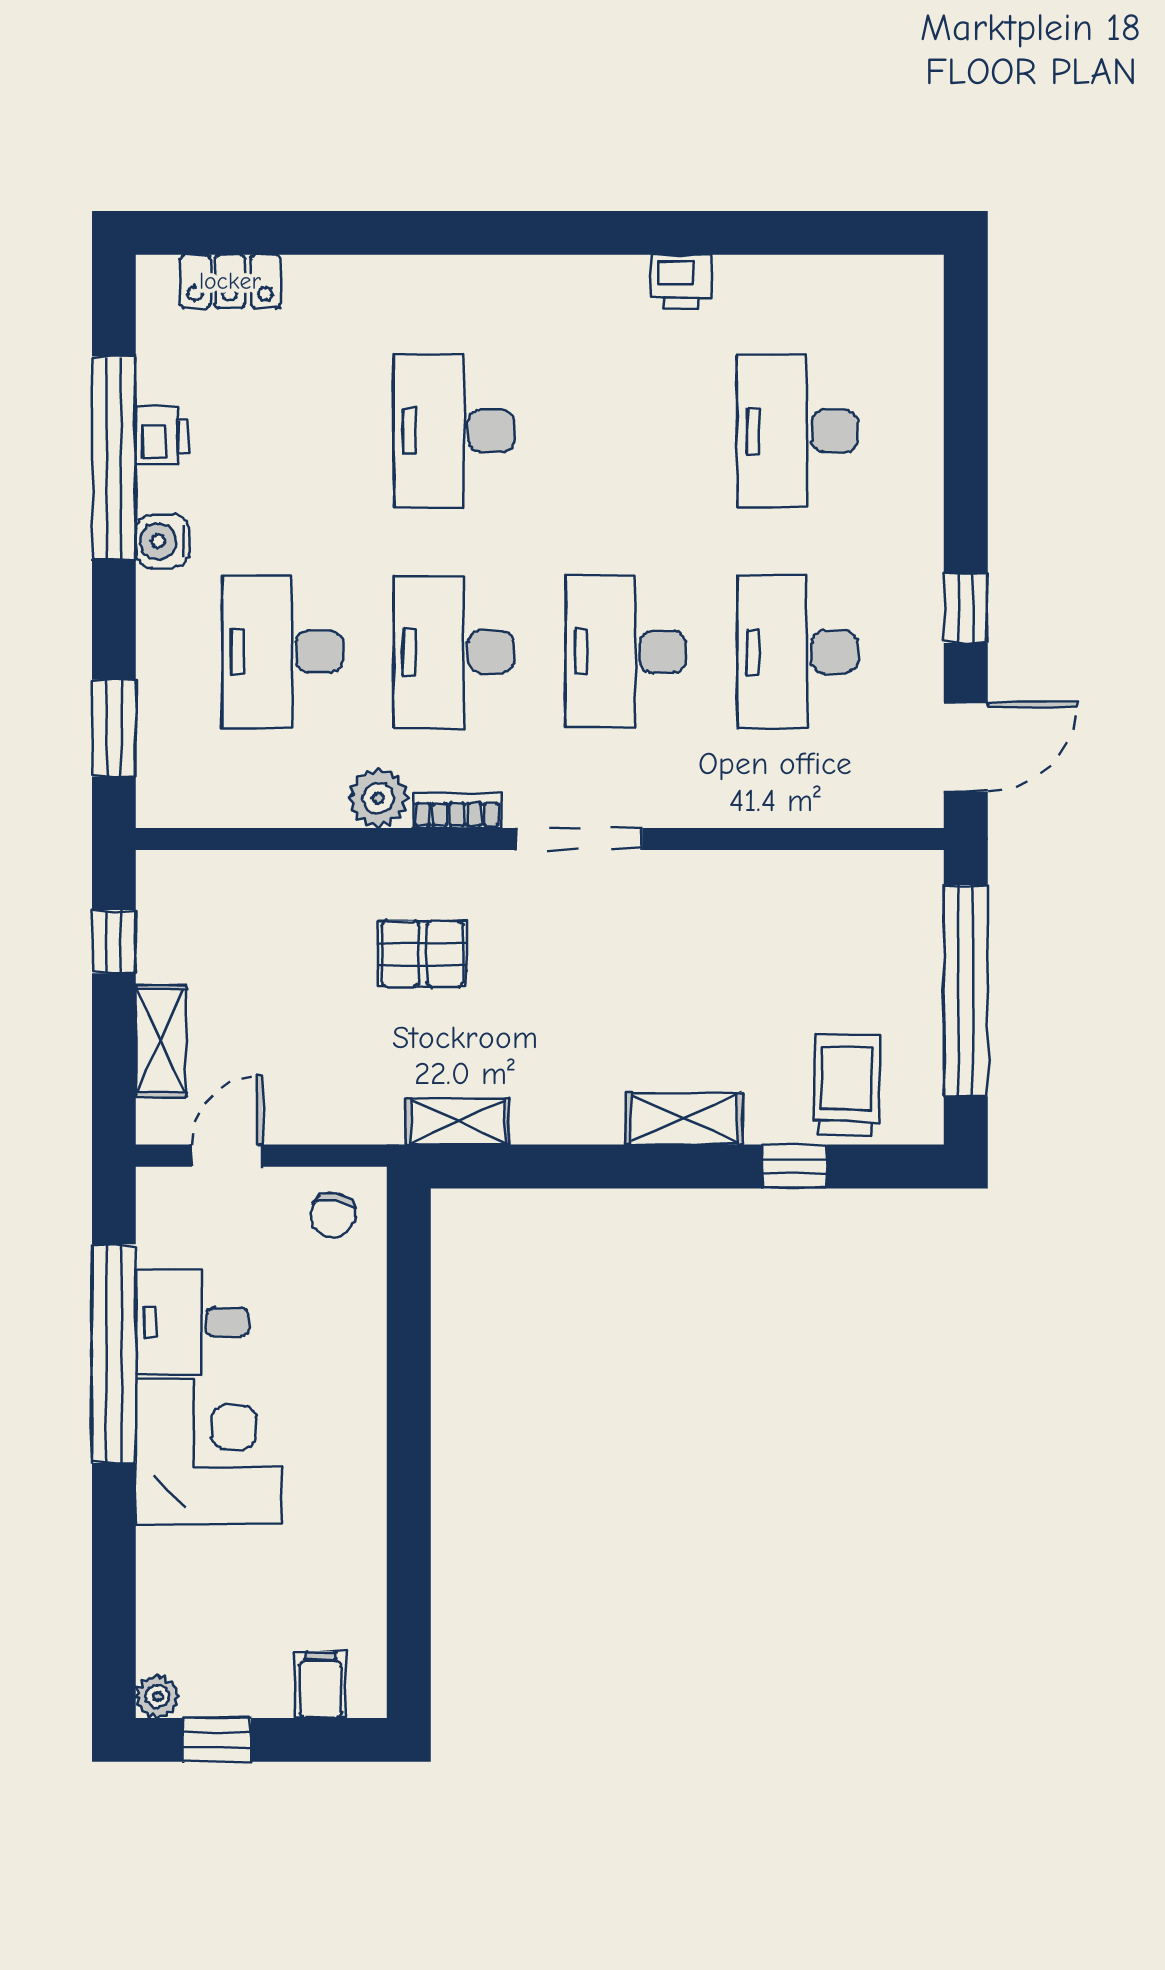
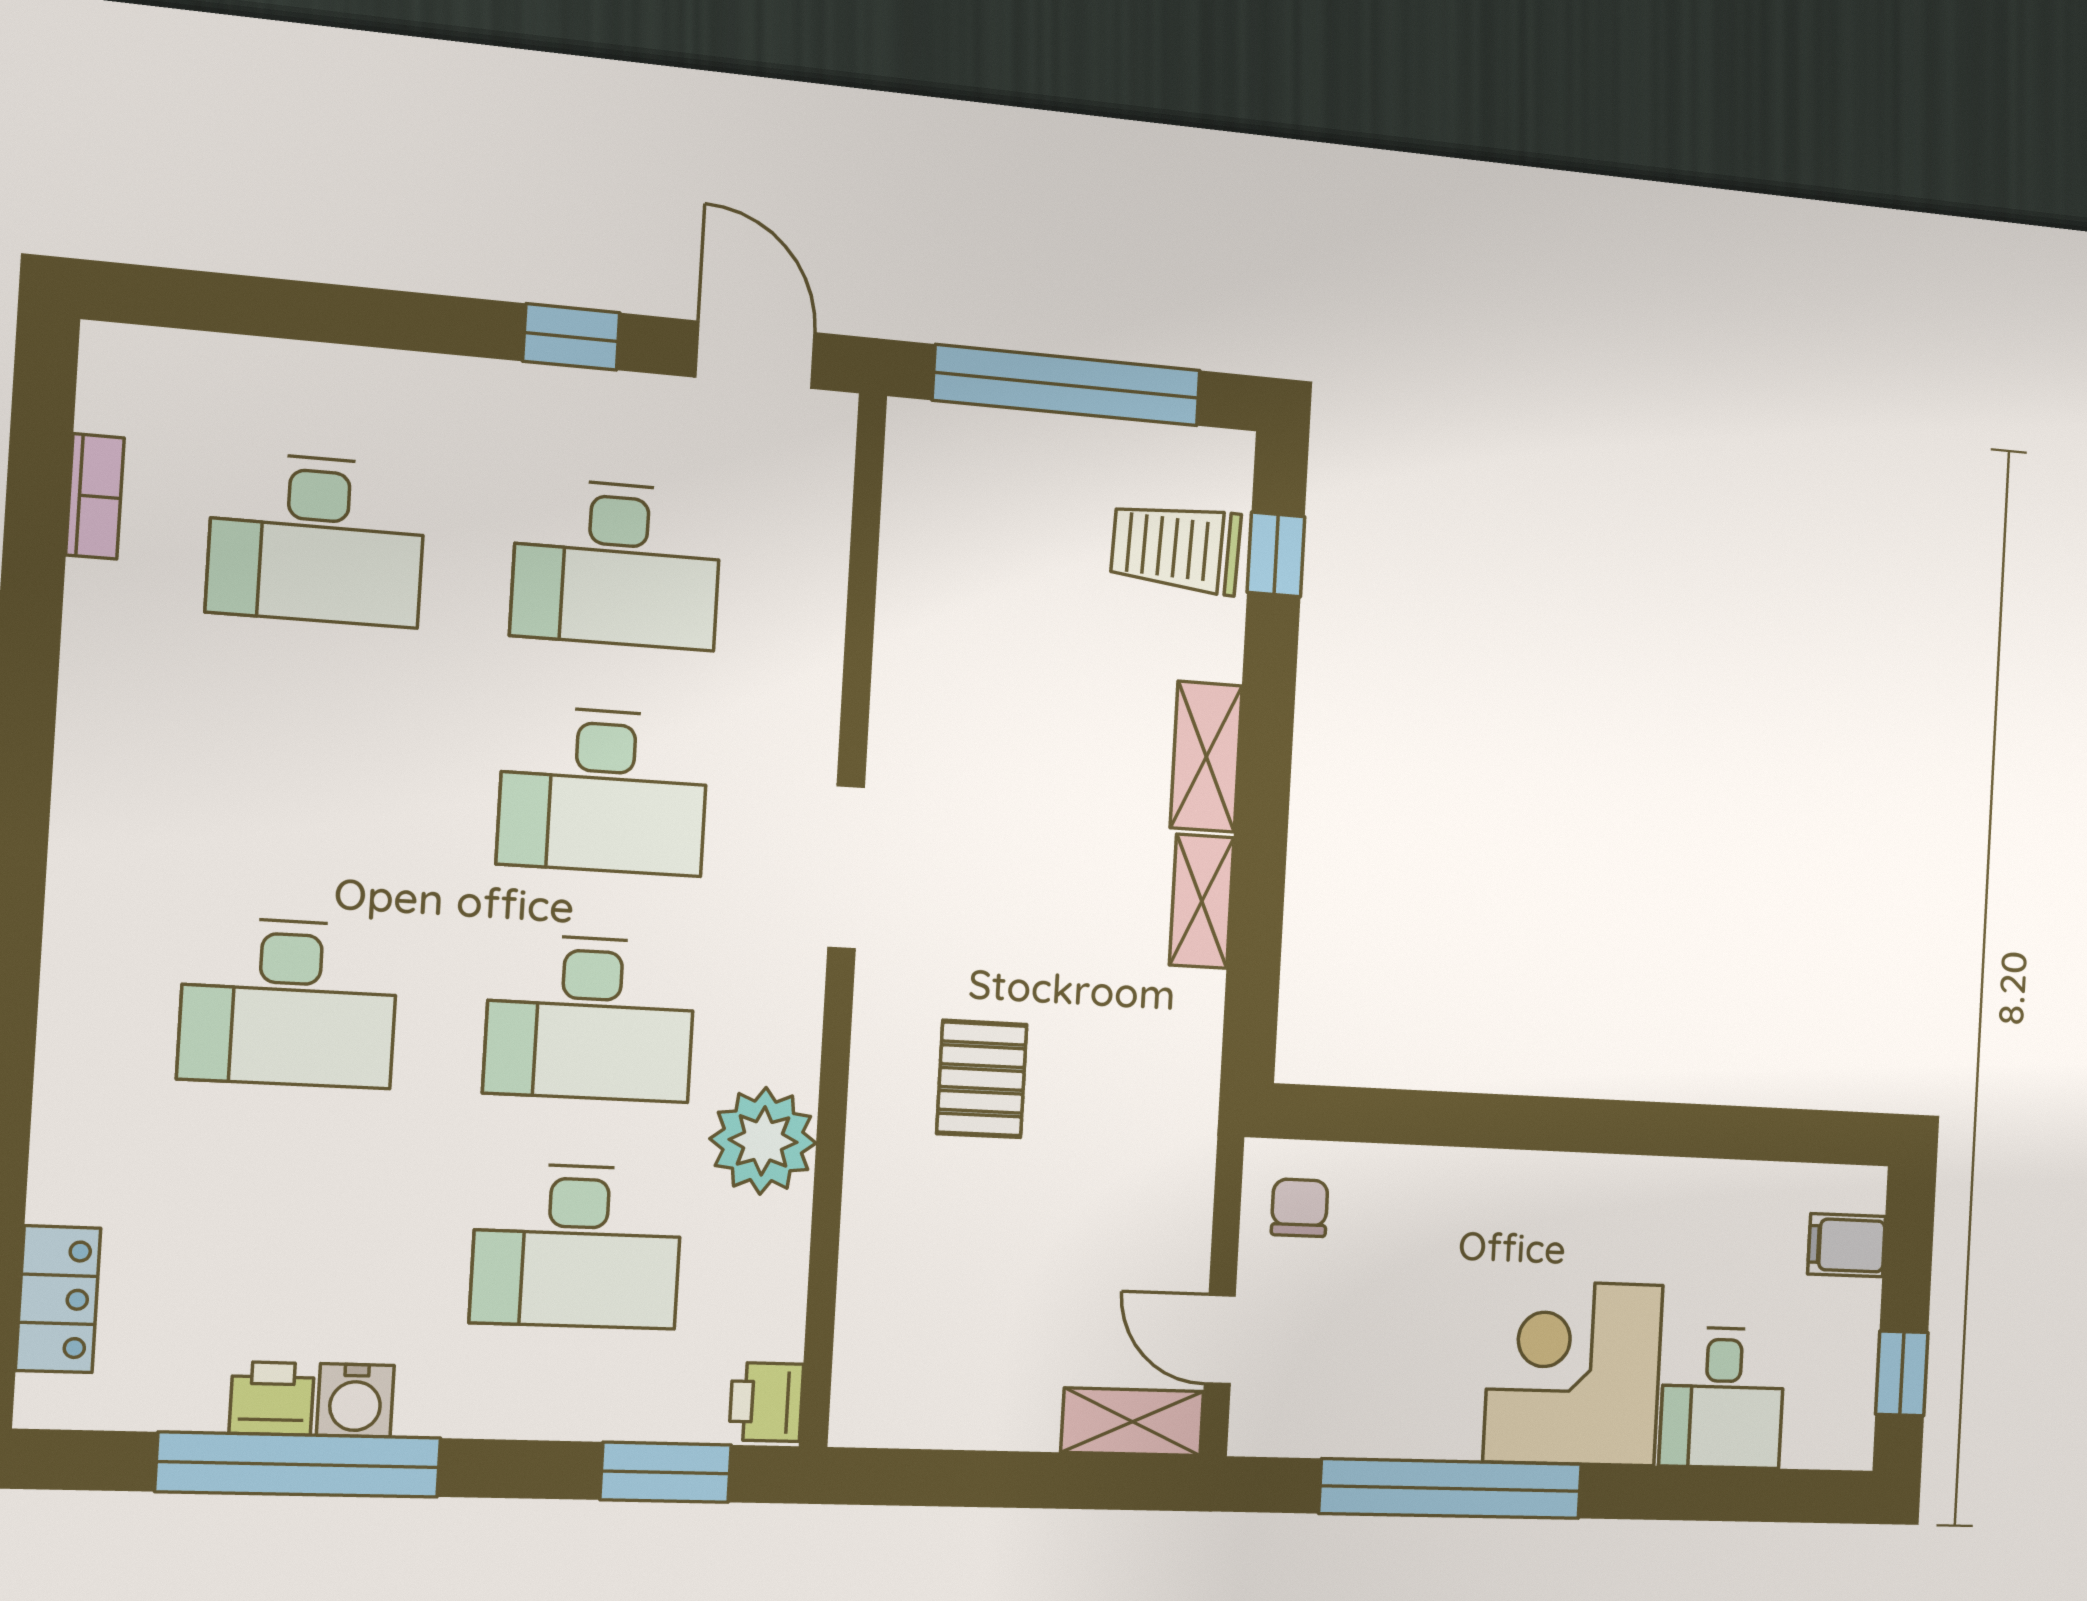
printer: (681, 282) -> (766, 1402), moved, turned 180
water cooler: (162, 541) -> (355, 1400), moved
plant: (378, 798) -> (763, 1141), width x1.36, depth x1.36
bookcase: (457, 810) -> (95, 496), moved, turned 180
window: (114, 942) -> (944, 1478), removed
shelving: (161, 1041) -> (1132, 1422), moved
shelving: (458, 1122) -> (1202, 901), moved
window: (795, 1167) -> (1276, 554), moved
chair: (333, 1215) -> (1300, 1208), turned -97
desk: (192, 1322) -> (1722, 1398), moved
plant: (157, 1696) -> (1850, 1444), removed

